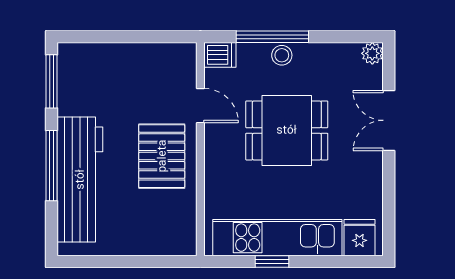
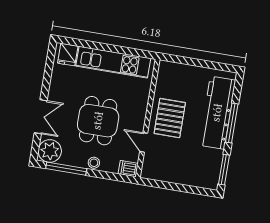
window: (272, 37) -> (66, 169), moved
plant: (372, 53) -> (50, 151), width x1.88, depth x1.88
dining table: (287, 130) -> (98, 121), turned 90
window: (272, 261) -> (118, 49), removed

